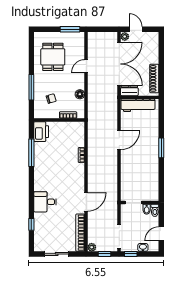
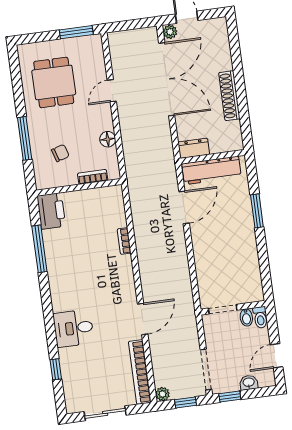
dresser: (129, 91) -> (194, 148), moved
wall: (140, 97) -> (213, 157), moved
workbench: (138, 105) -> (211, 170), moved

